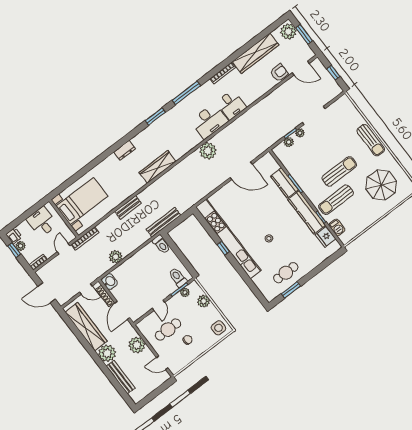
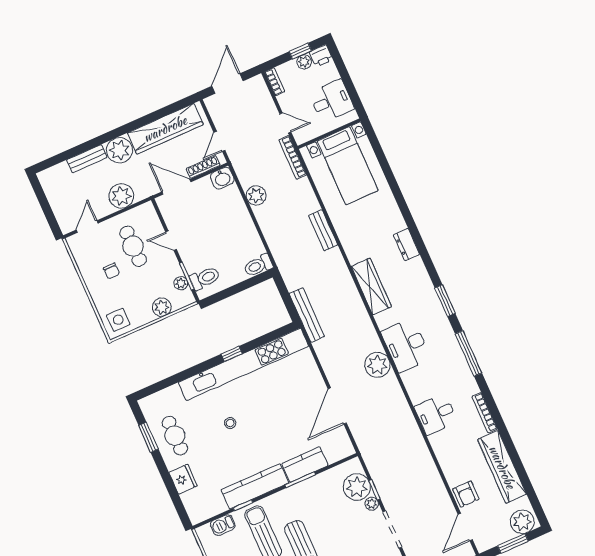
desk: (209, 121) -> (406, 345), moved
plant: (289, 142) -> (357, 487), width x1.88, depth x1.88
bench: (163, 222) -> (307, 315), moved
fridge: (326, 237) -> (183, 479), moved, turned 90
bench: (121, 377) -> (87, 159), width x0.73

